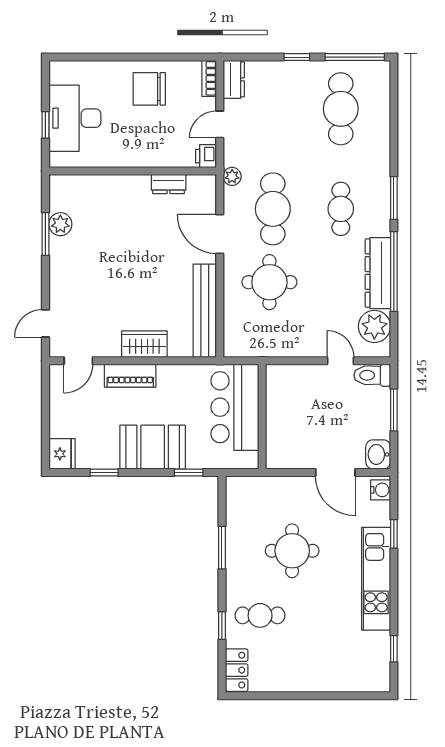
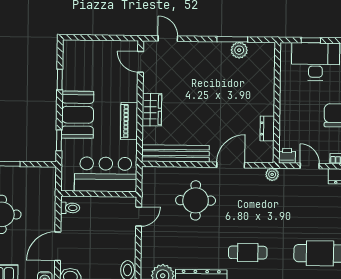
cafe table: (273, 209) -> (248, 203), removed
door: (340, 361) -> (139, 217), moved
piano: (130, 376) -> (129, 121), moved
fridge: (62, 454) -> (74, 49), removed
toilet: (282, 456) -> (70, 208), added

